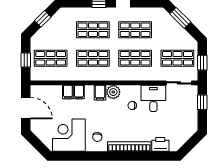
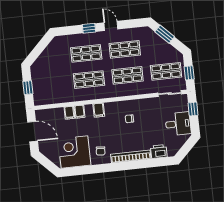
window: (43, 19) -> (39, 48), removed
shop shelf: (51, 58) -> (50, 84), removed
plant: (113, 92) -> (111, 108), removed
desk: (153, 98) -> (178, 124), moved, turned 90

